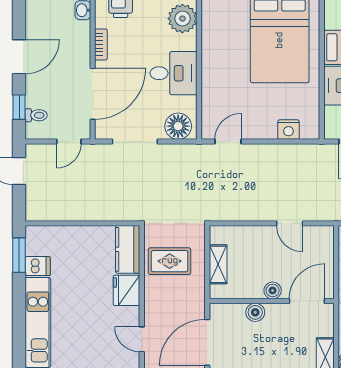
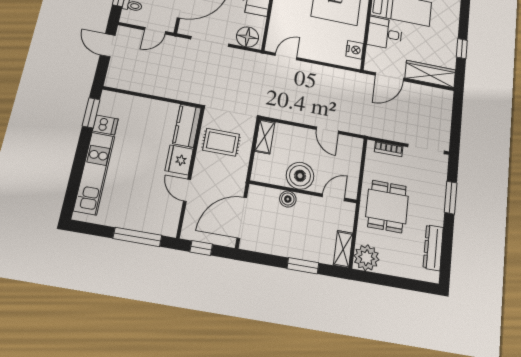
nightstand: (288, 130) -> (355, 50), moved, turned -90
shelving: (218, 264) -> (265, 137), moved
boiler: (273, 290) -> (300, 176), width x1.86, depth x1.86
door: (307, 301) -> (333, 197), width x0.73
door: (142, 339) -> (187, 190), moved

